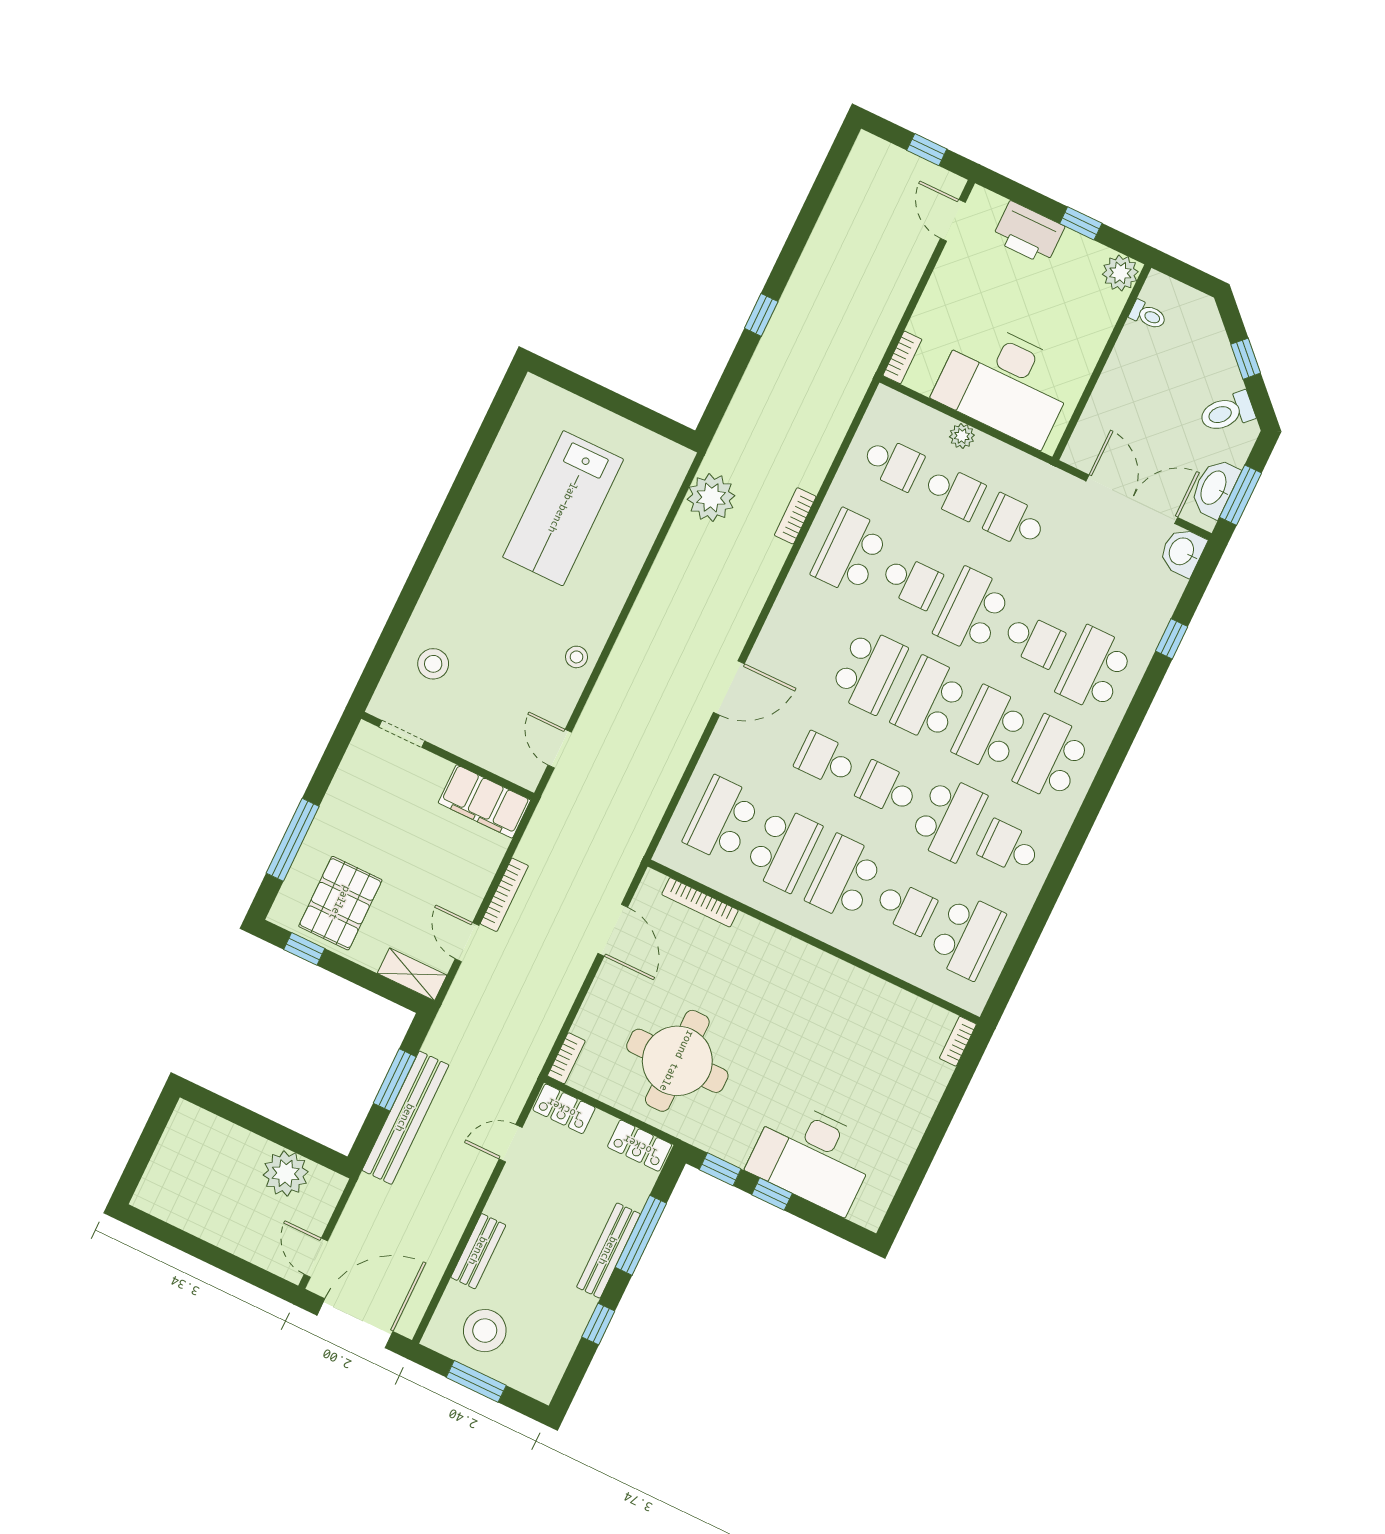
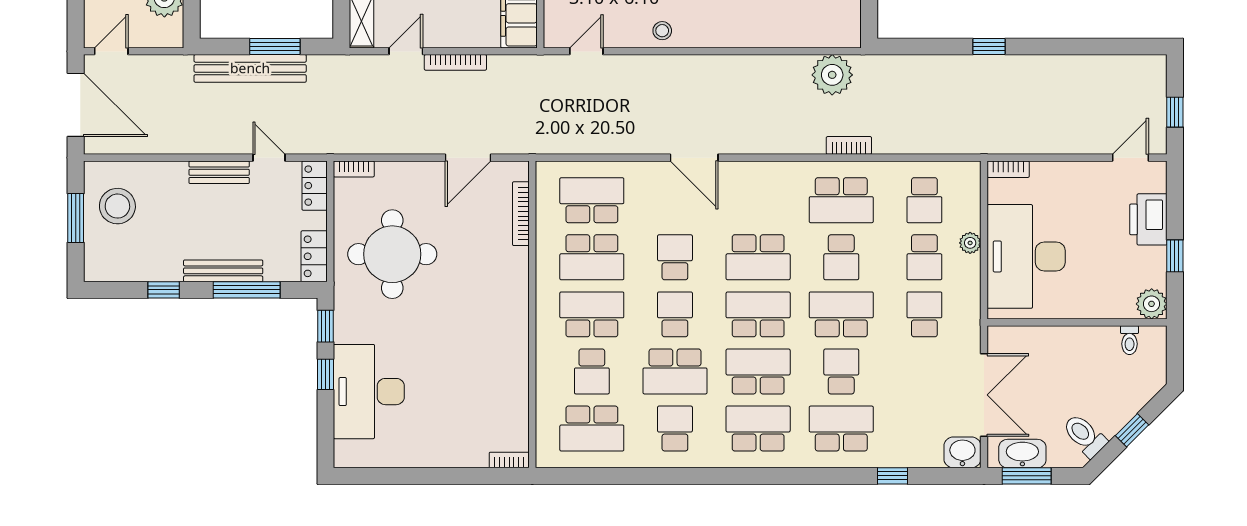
school desk: (850, 552) -> (841, 200), turned 180
school desk: (1033, 640) -> (841, 371), turned 180
bench: (478, 1251) -> (219, 172), moved

